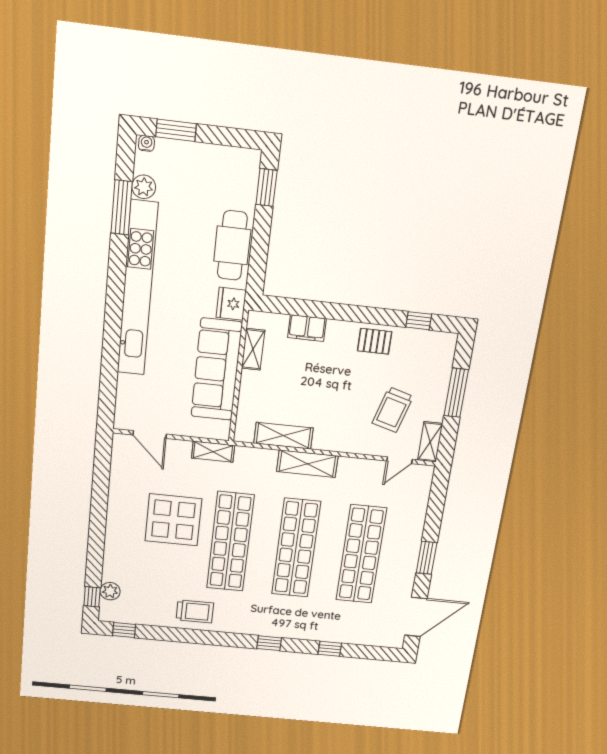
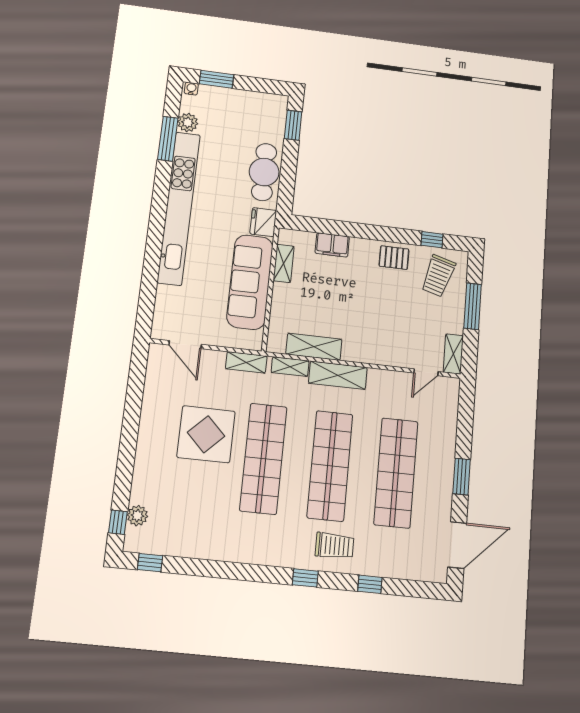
trolley: (393, 410) -> (438, 276), moved
shelving: (258, 456) -> (290, 367), added
trolley: (195, 611) -> (335, 546), moved

